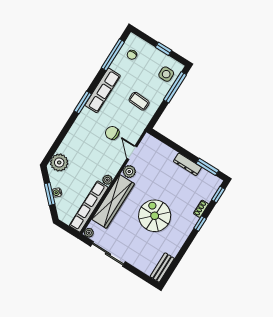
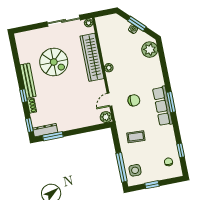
window: (113, 55) -> (181, 150), width x0.46
row of seats: (103, 90) -> (163, 106), moved
door: (132, 153) -> (109, 100), swing flipped
dresser: (187, 164) -> (45, 130), moved
plant: (129, 172) -> (106, 117), moved
row of seats: (89, 207) -> (104, 39), removed
spiral stairs: (155, 216) -> (54, 62), moved
bench: (162, 267) -> (28, 81), moved, width x1.36

